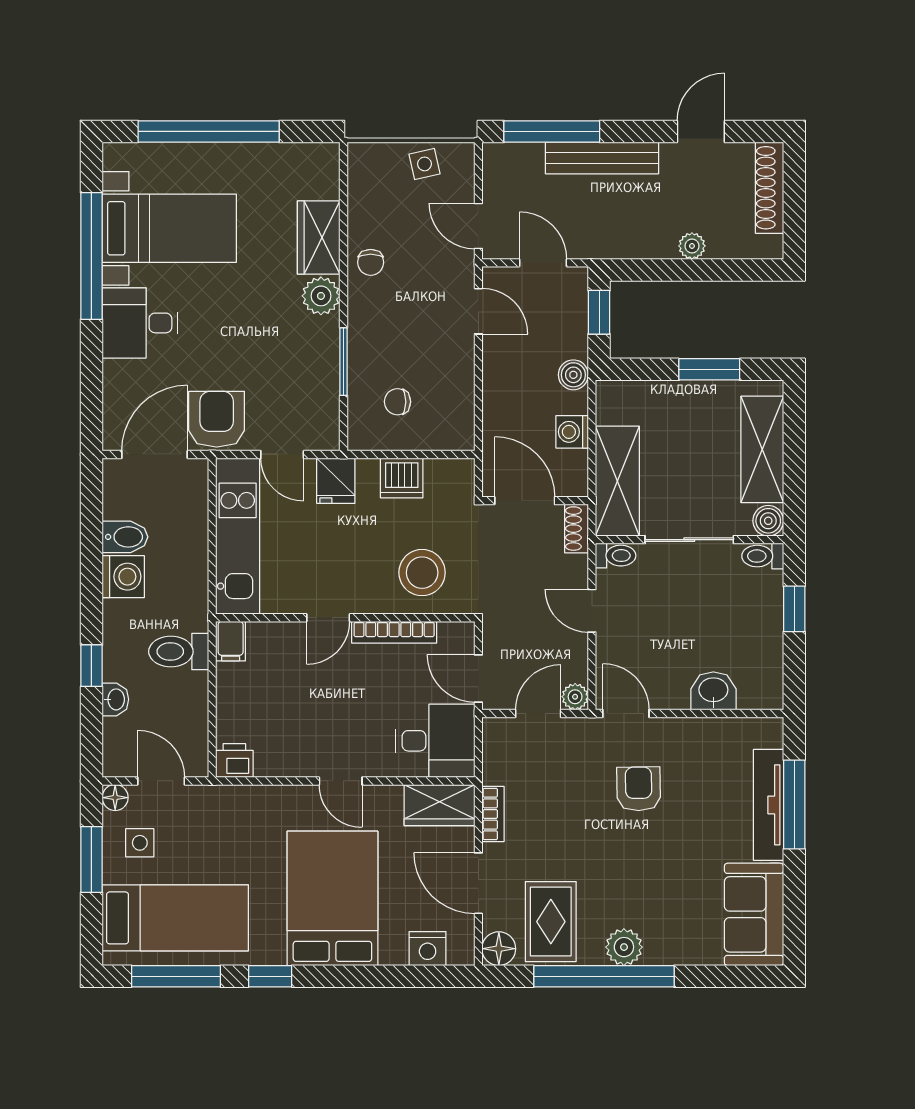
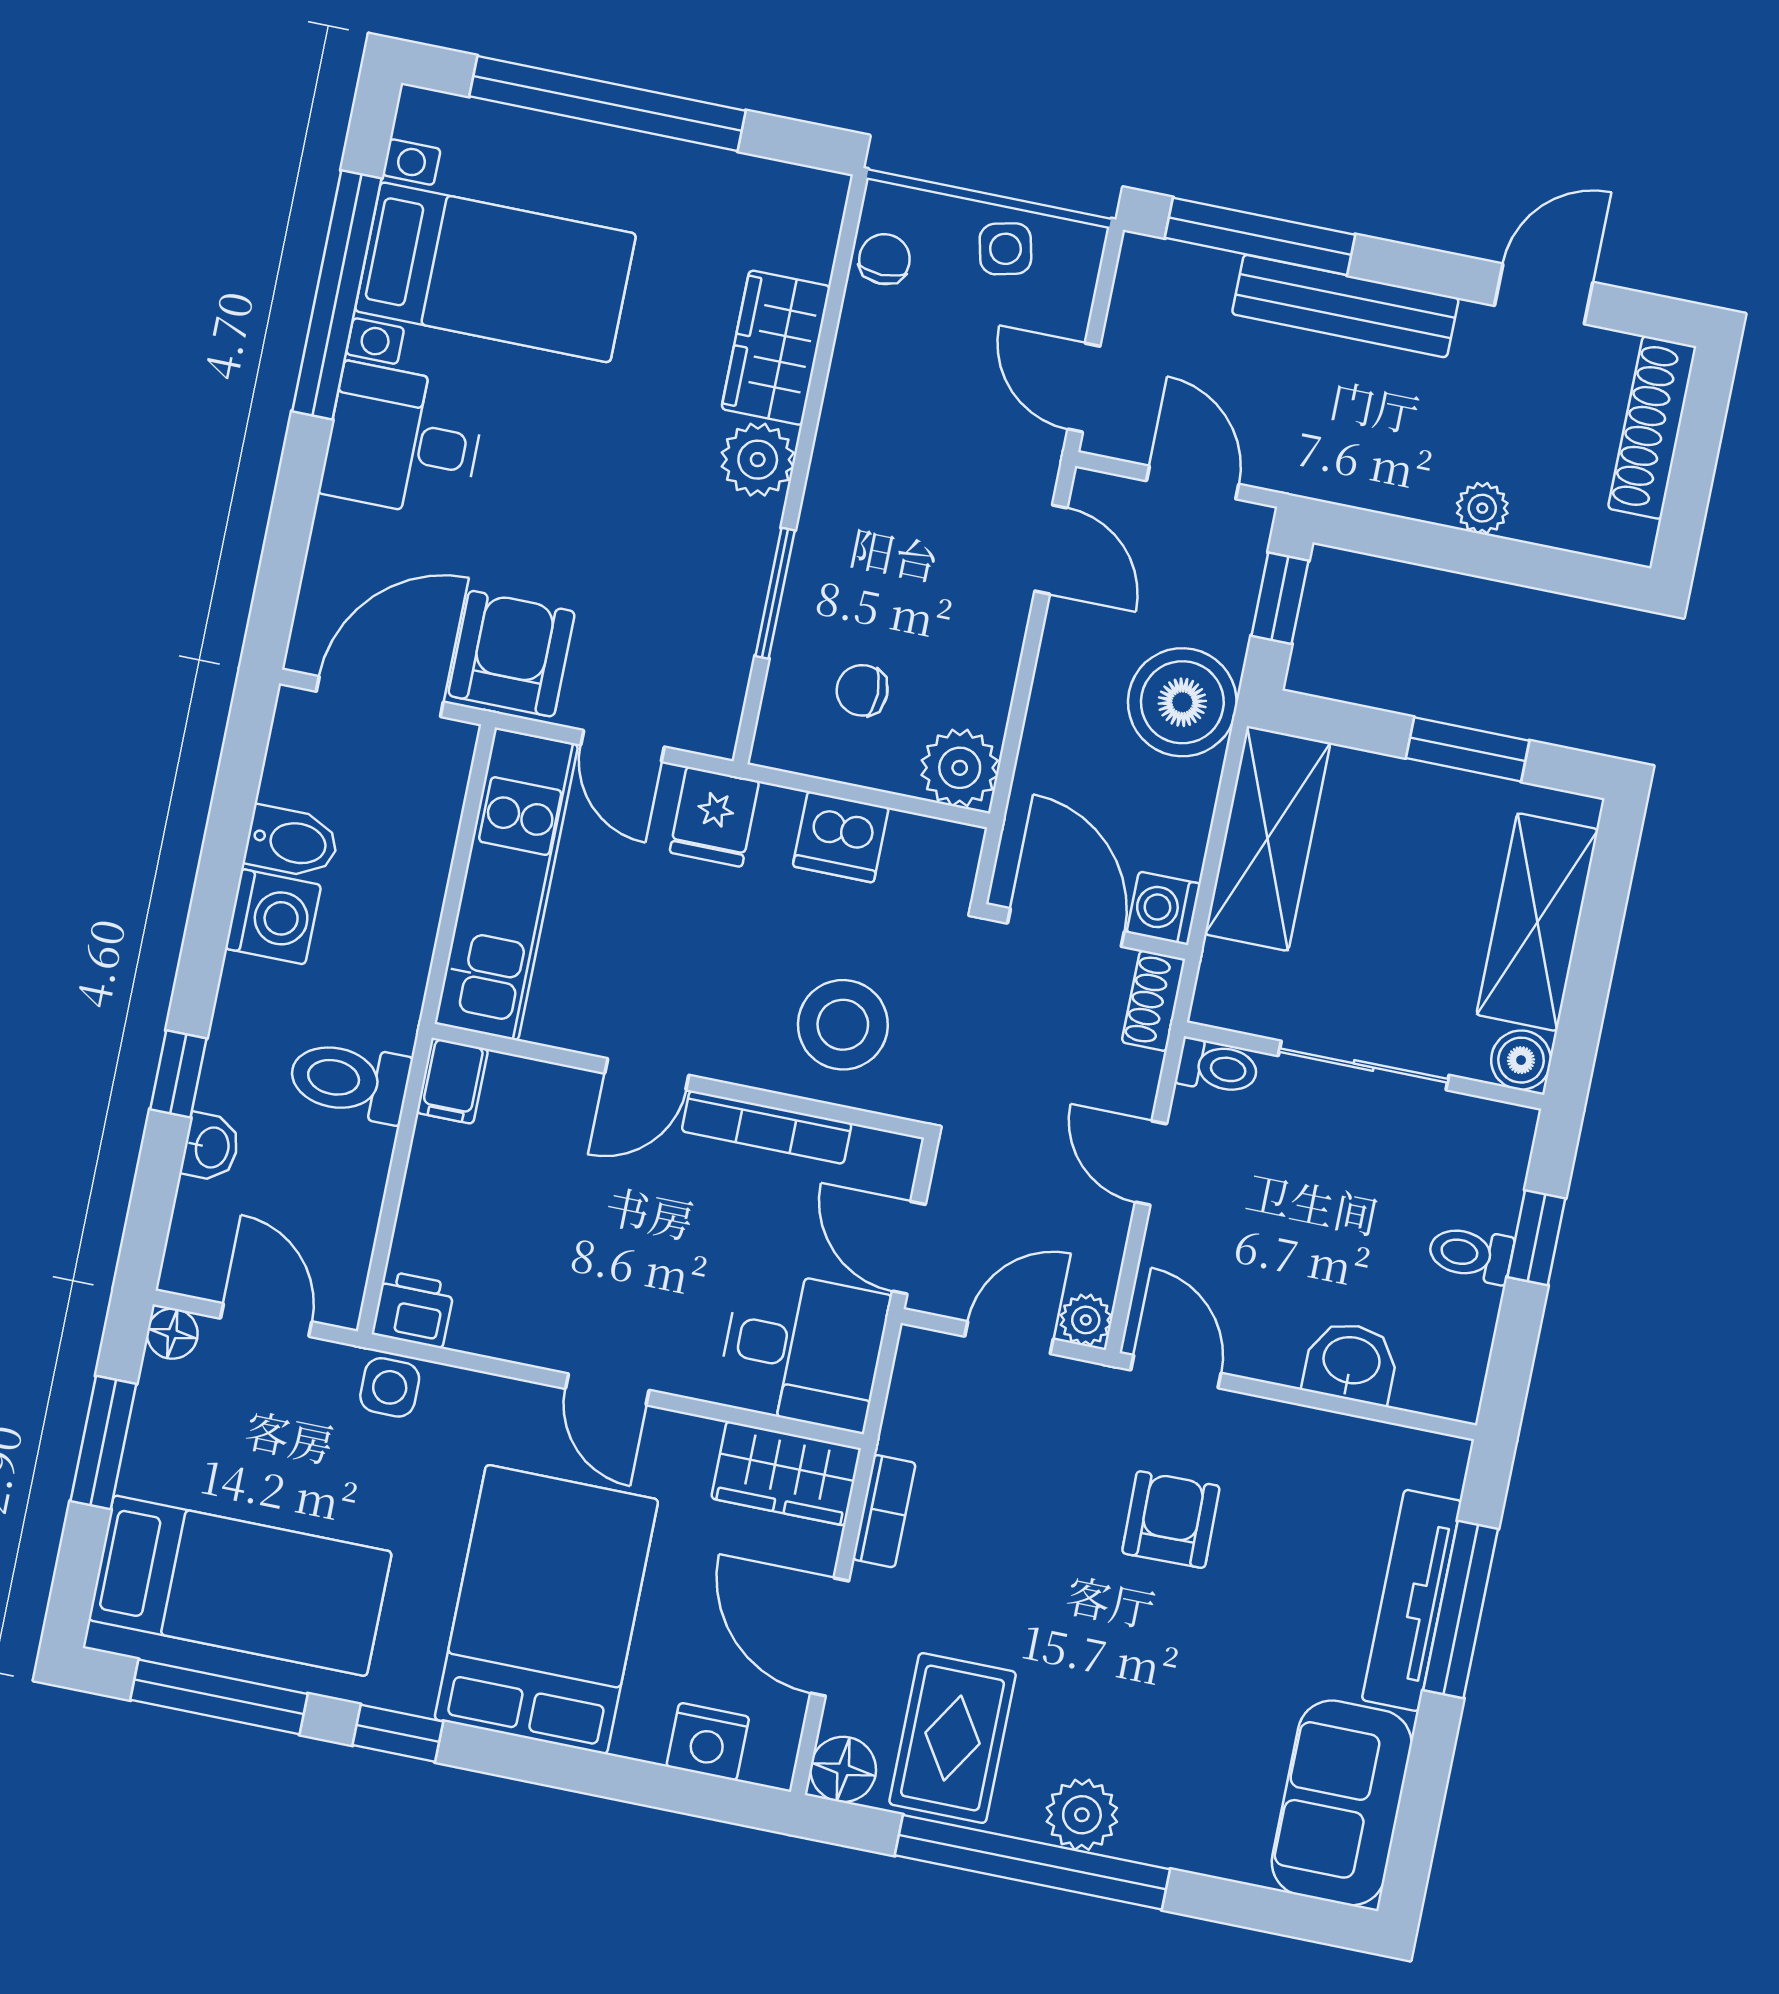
chair: (371, 262) -> (884, 259), moved, turned 180
boiler: (573, 375) -> (1182, 702), width x1.86, depth x1.86
plant: (455, 431) -> (960, 768), added
washing machine: (572, 432) -> (1164, 908), moved
shelving: (617, 481) -> (1268, 838), moved
toilet: (763, 556) -> (1471, 1254), moved
side table: (140, 843) -> (390, 1387), moved

